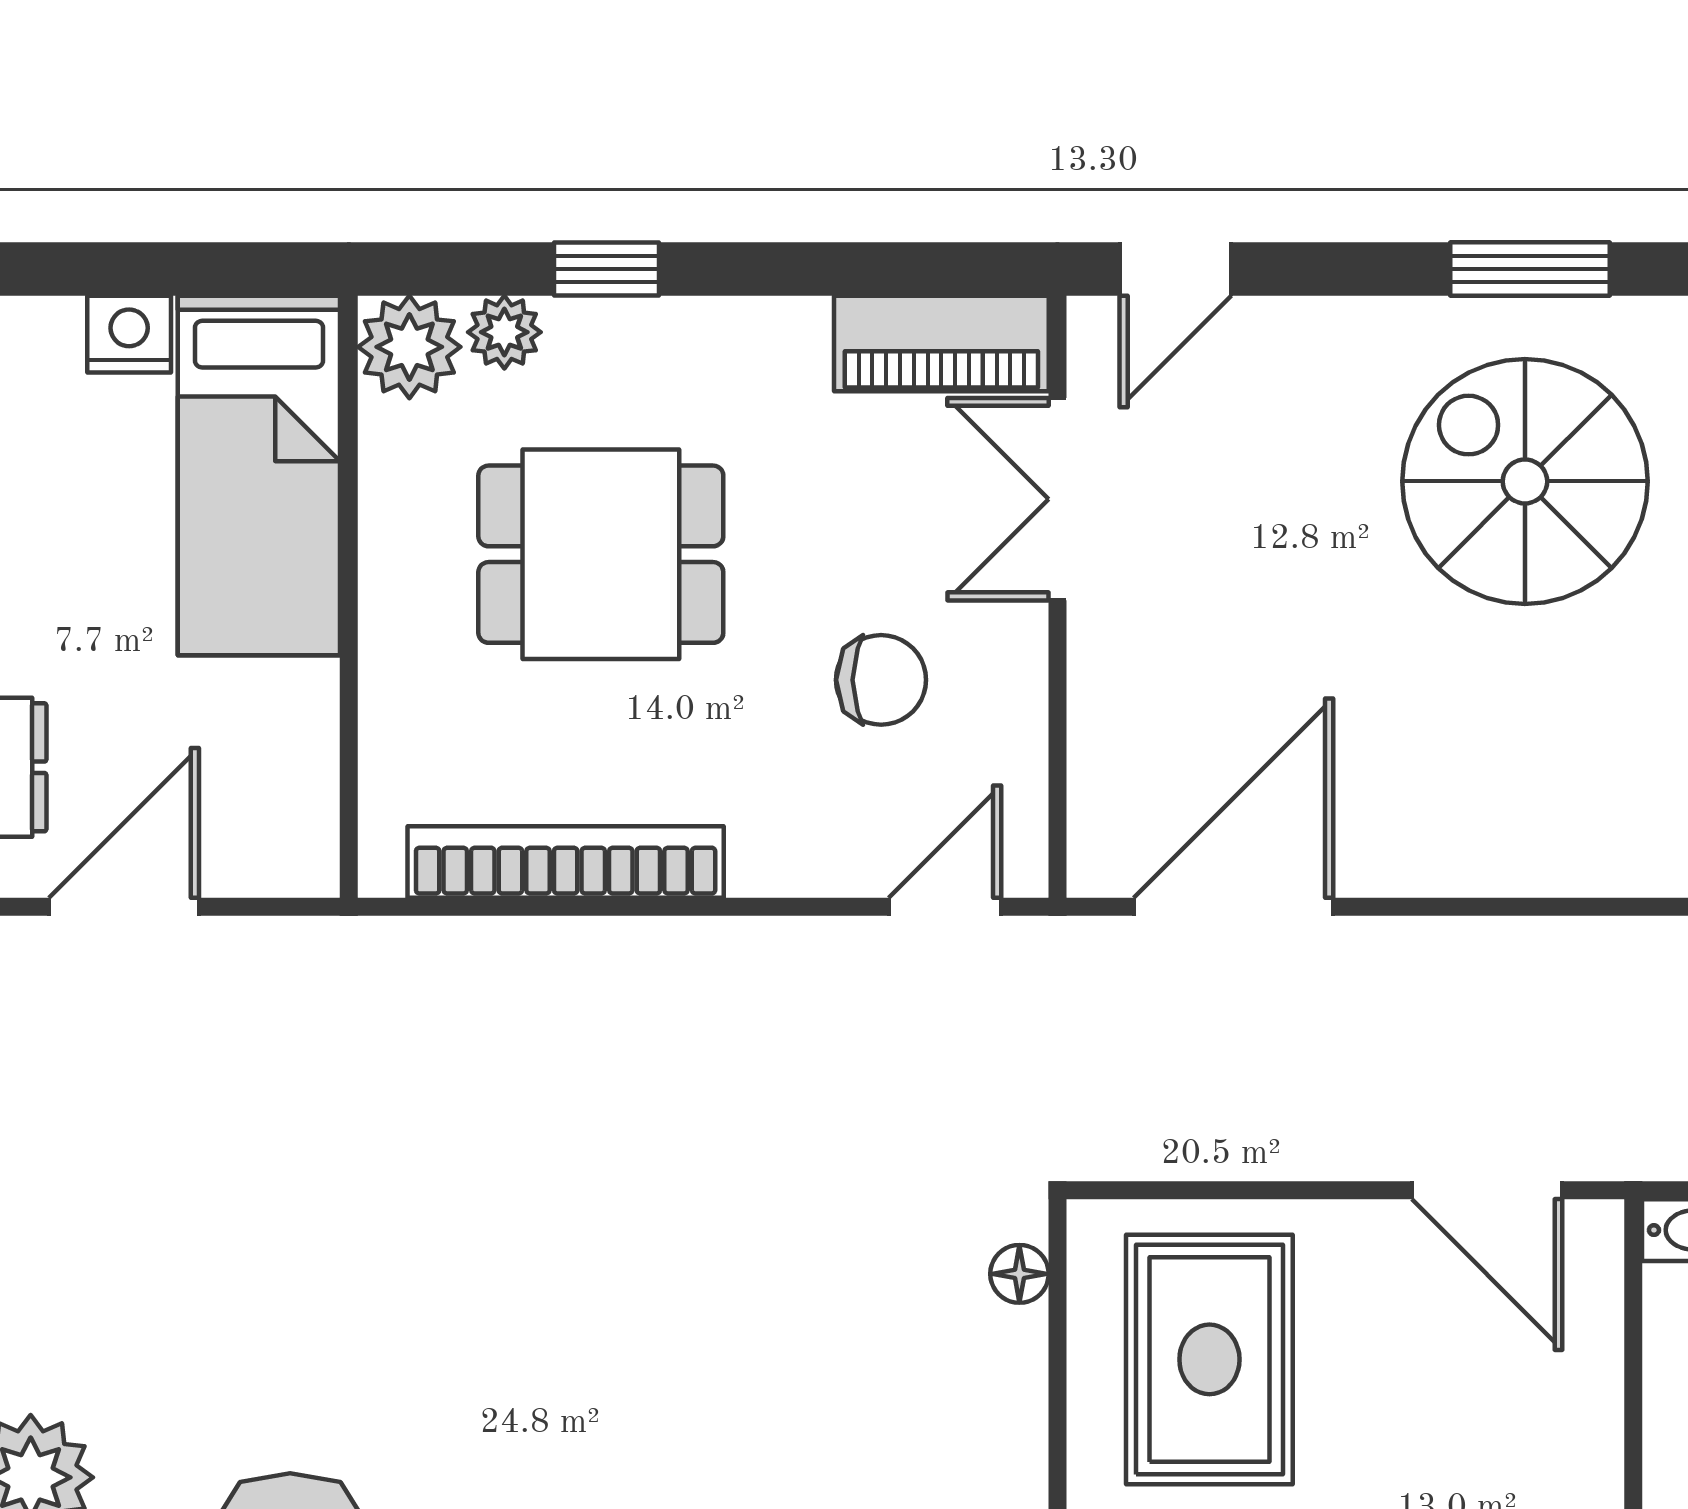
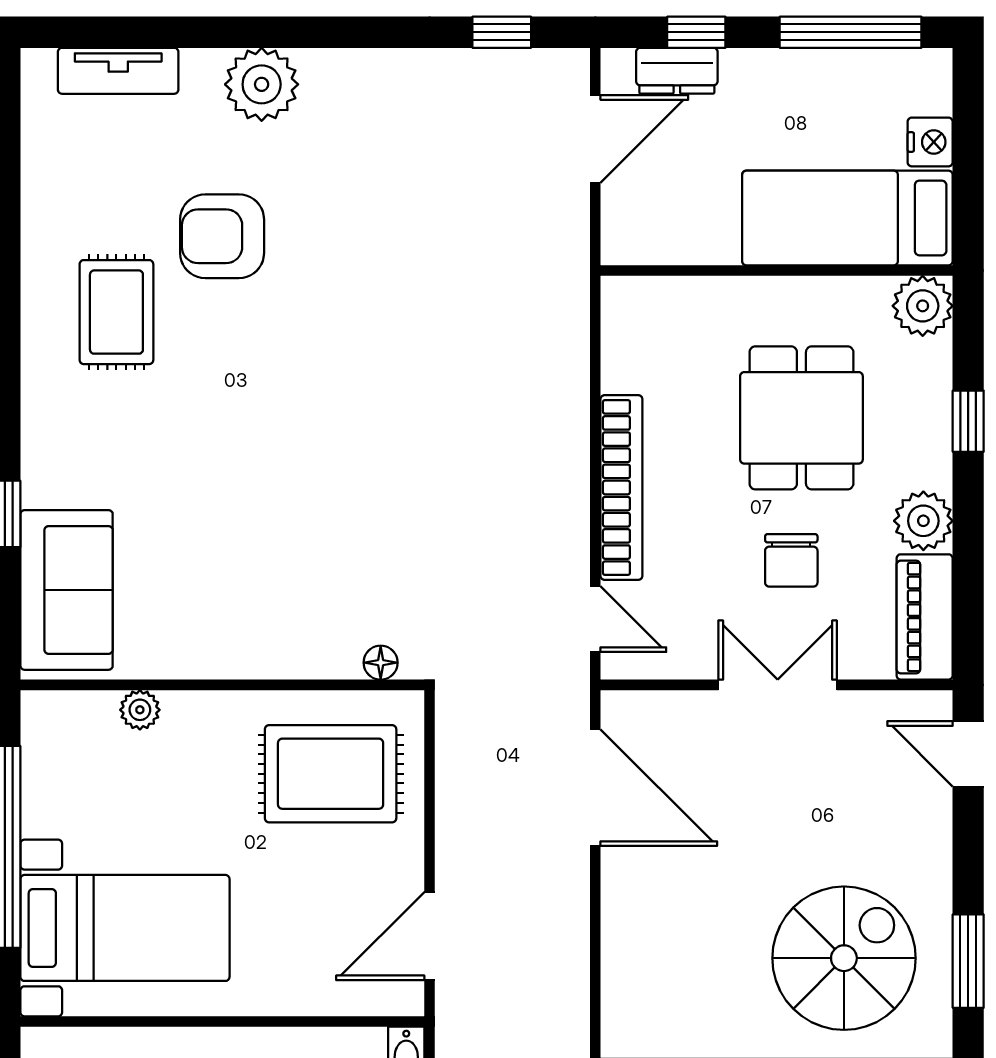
plant: (504, 332) -> (923, 521), moved, width x1.38, depth x1.38
double door: (1057, 499) -> (778, 685), moved
chair: (881, 680) -> (791, 560), moved
bookcase: (566, 862) -> (621, 488), moved
door: (124, 907) -> (595, 139), hinge flipped

